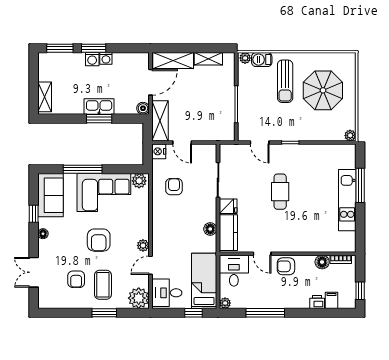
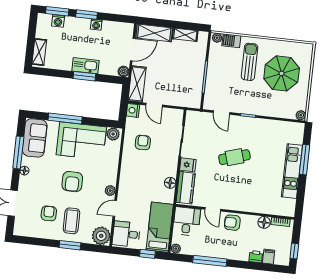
washing machine: (92, 59) -> (58, 21), moved
sun lounger: (285, 81) -> (250, 62), turned 180
cafe table: (280, 192) -> (234, 157), turned 73
window: (34, 214) -> (18, 152), width x2.17
armchair: (76, 279) -> (49, 213), turned 180

